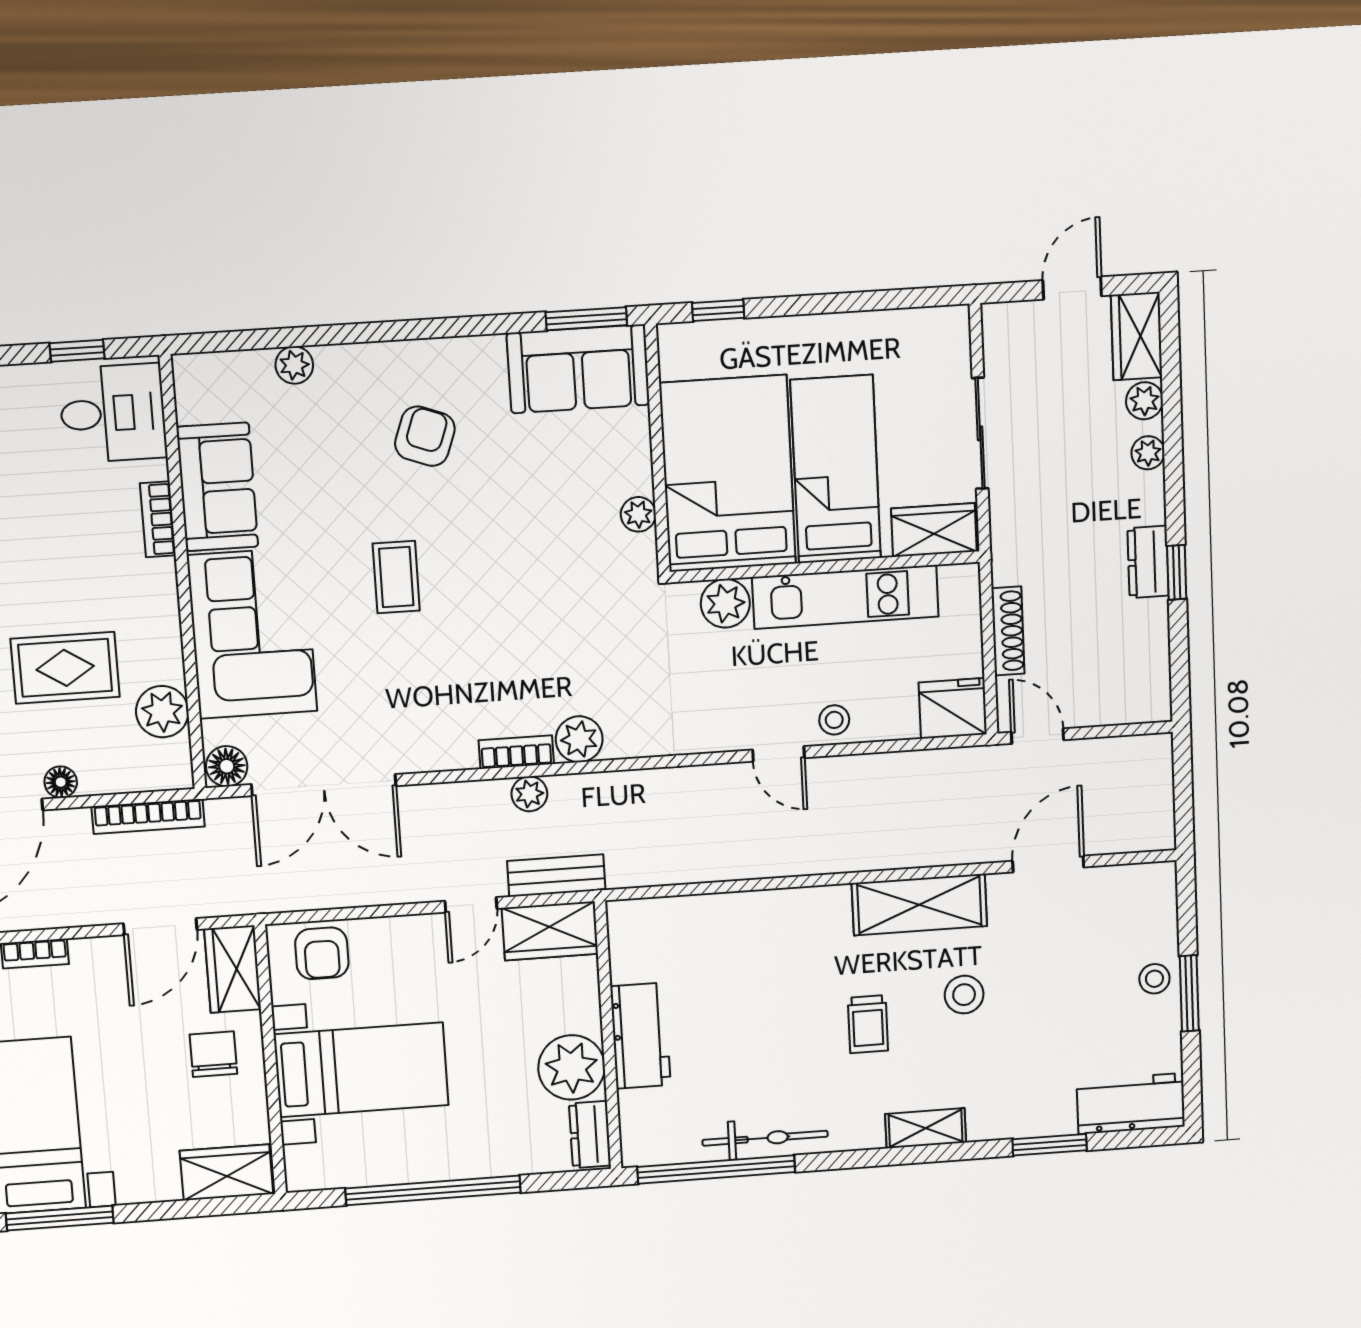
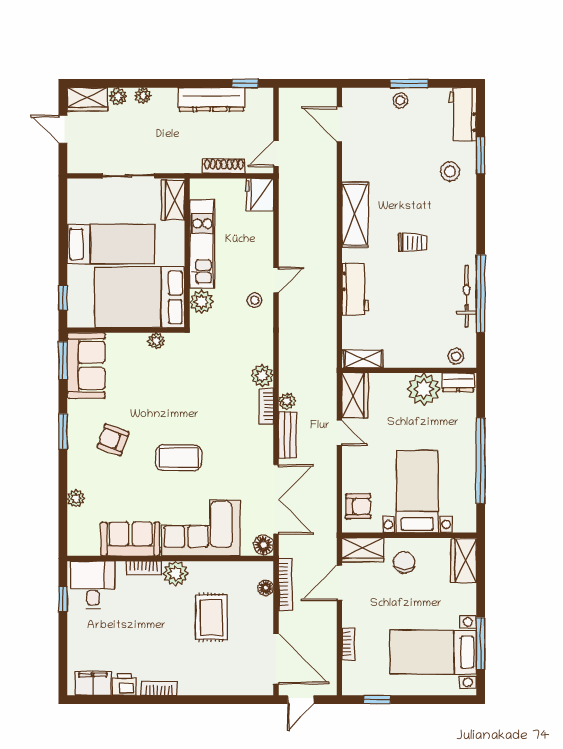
window: (436, 328) -> (63, 431), added
bed: (836, 469) -> (111, 244), moved, turned 180
dresser: (1148, 562) -> (211, 99), width x1.96, depth x1.24
window: (1177, 572) -> (245, 83), moved
coffee table: (396, 577) -> (178, 458), width x1.36, depth x1.30
plant: (162, 712) -> (175, 573), moved
stool: (834, 720) -> (255, 300), moved
floor lamp: (61, 782) -> (266, 588), moved
door: (1048, 864) -> (339, 124), moved
bench: (556, 876) -> (287, 435), moved
door: (160, 927) -> (339, 583), swing flipped
stool: (964, 995) -> (450, 171), moved
workbench: (641, 1036) -> (355, 289), moved, turned 90
chair: (213, 1054) -> (404, 562), turned 90
stool: (642, 1126) -> (456, 356), added
shelving: (926, 1128) -> (363, 359), moved, turned 90
window: (716, 1169) -> (481, 293), moved

